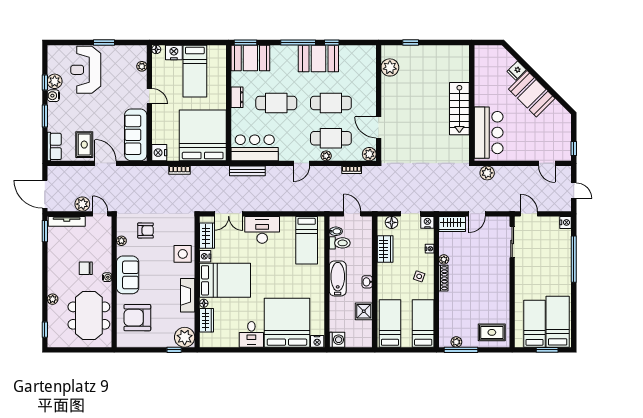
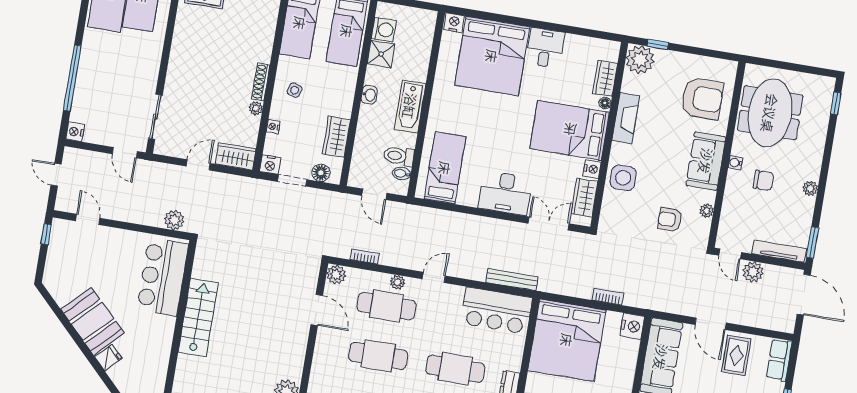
plant: (53, 299) -> (810, 188), moved
washing machine: (337, 340) -> (384, 30), moved, turned 180

